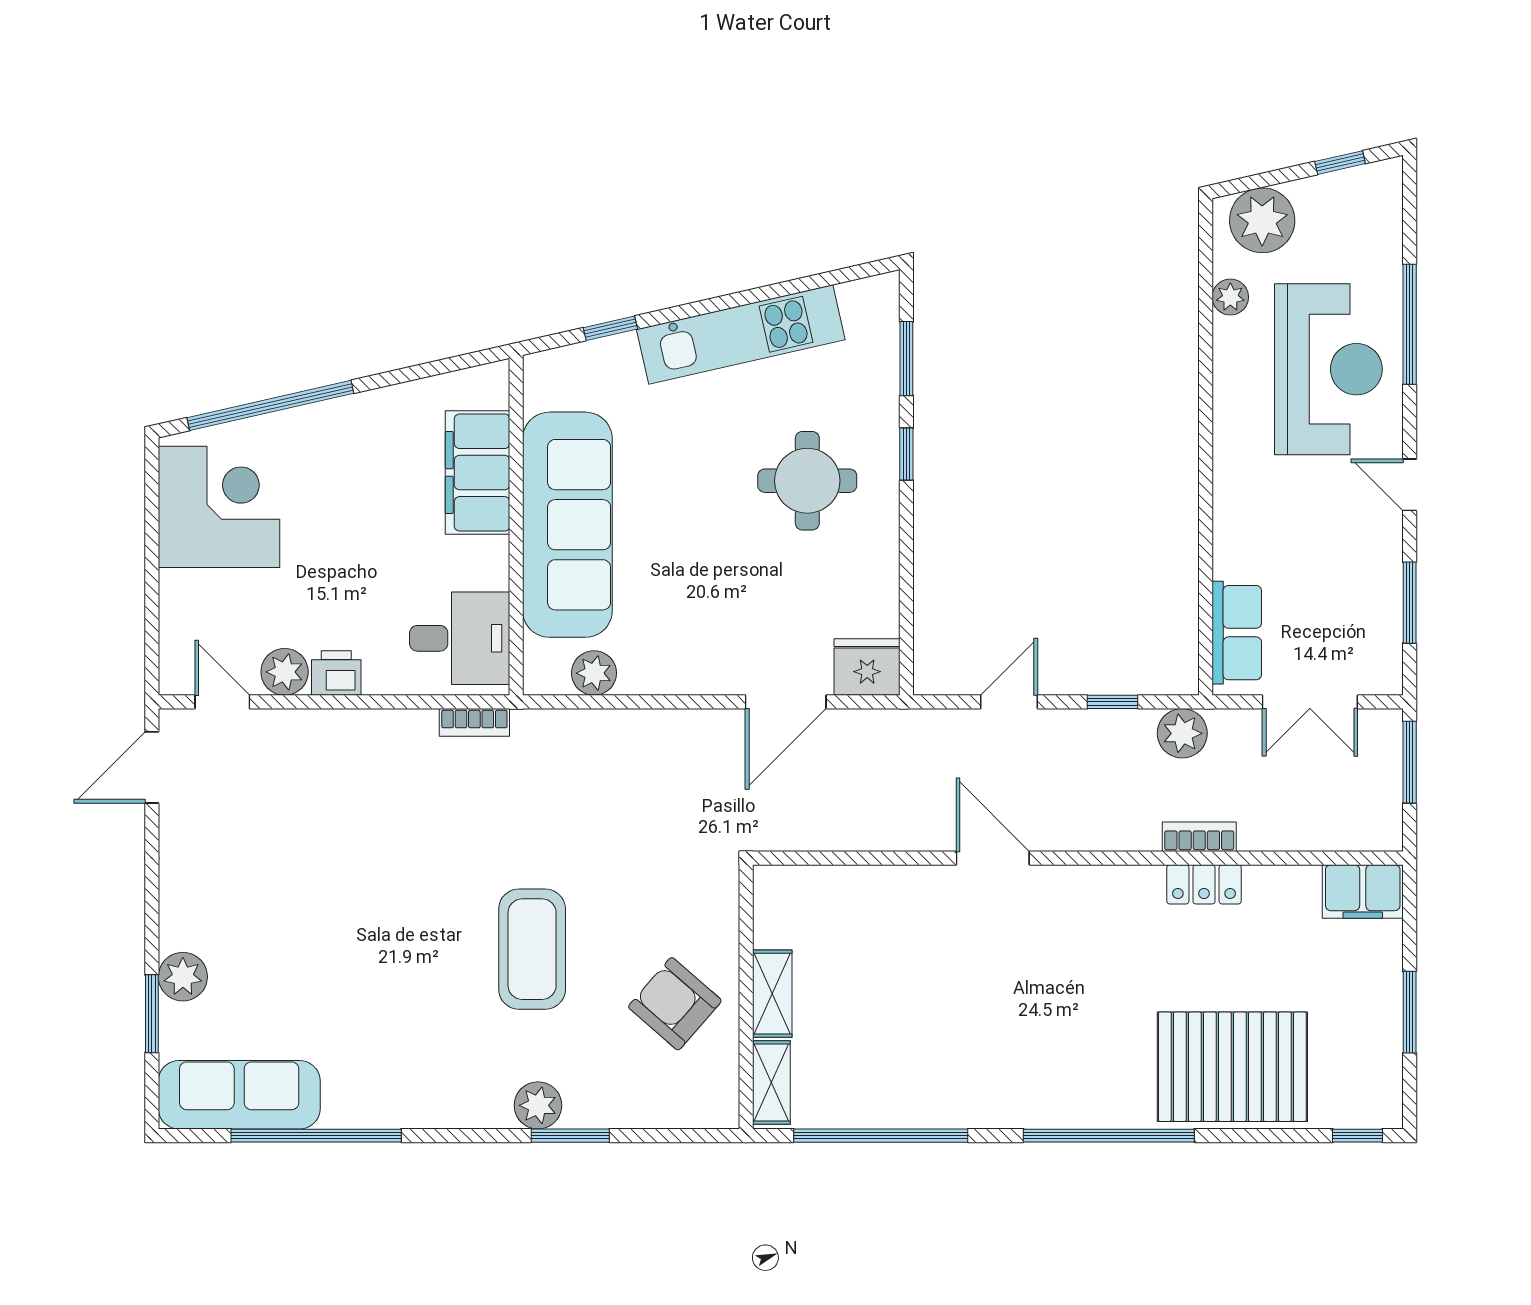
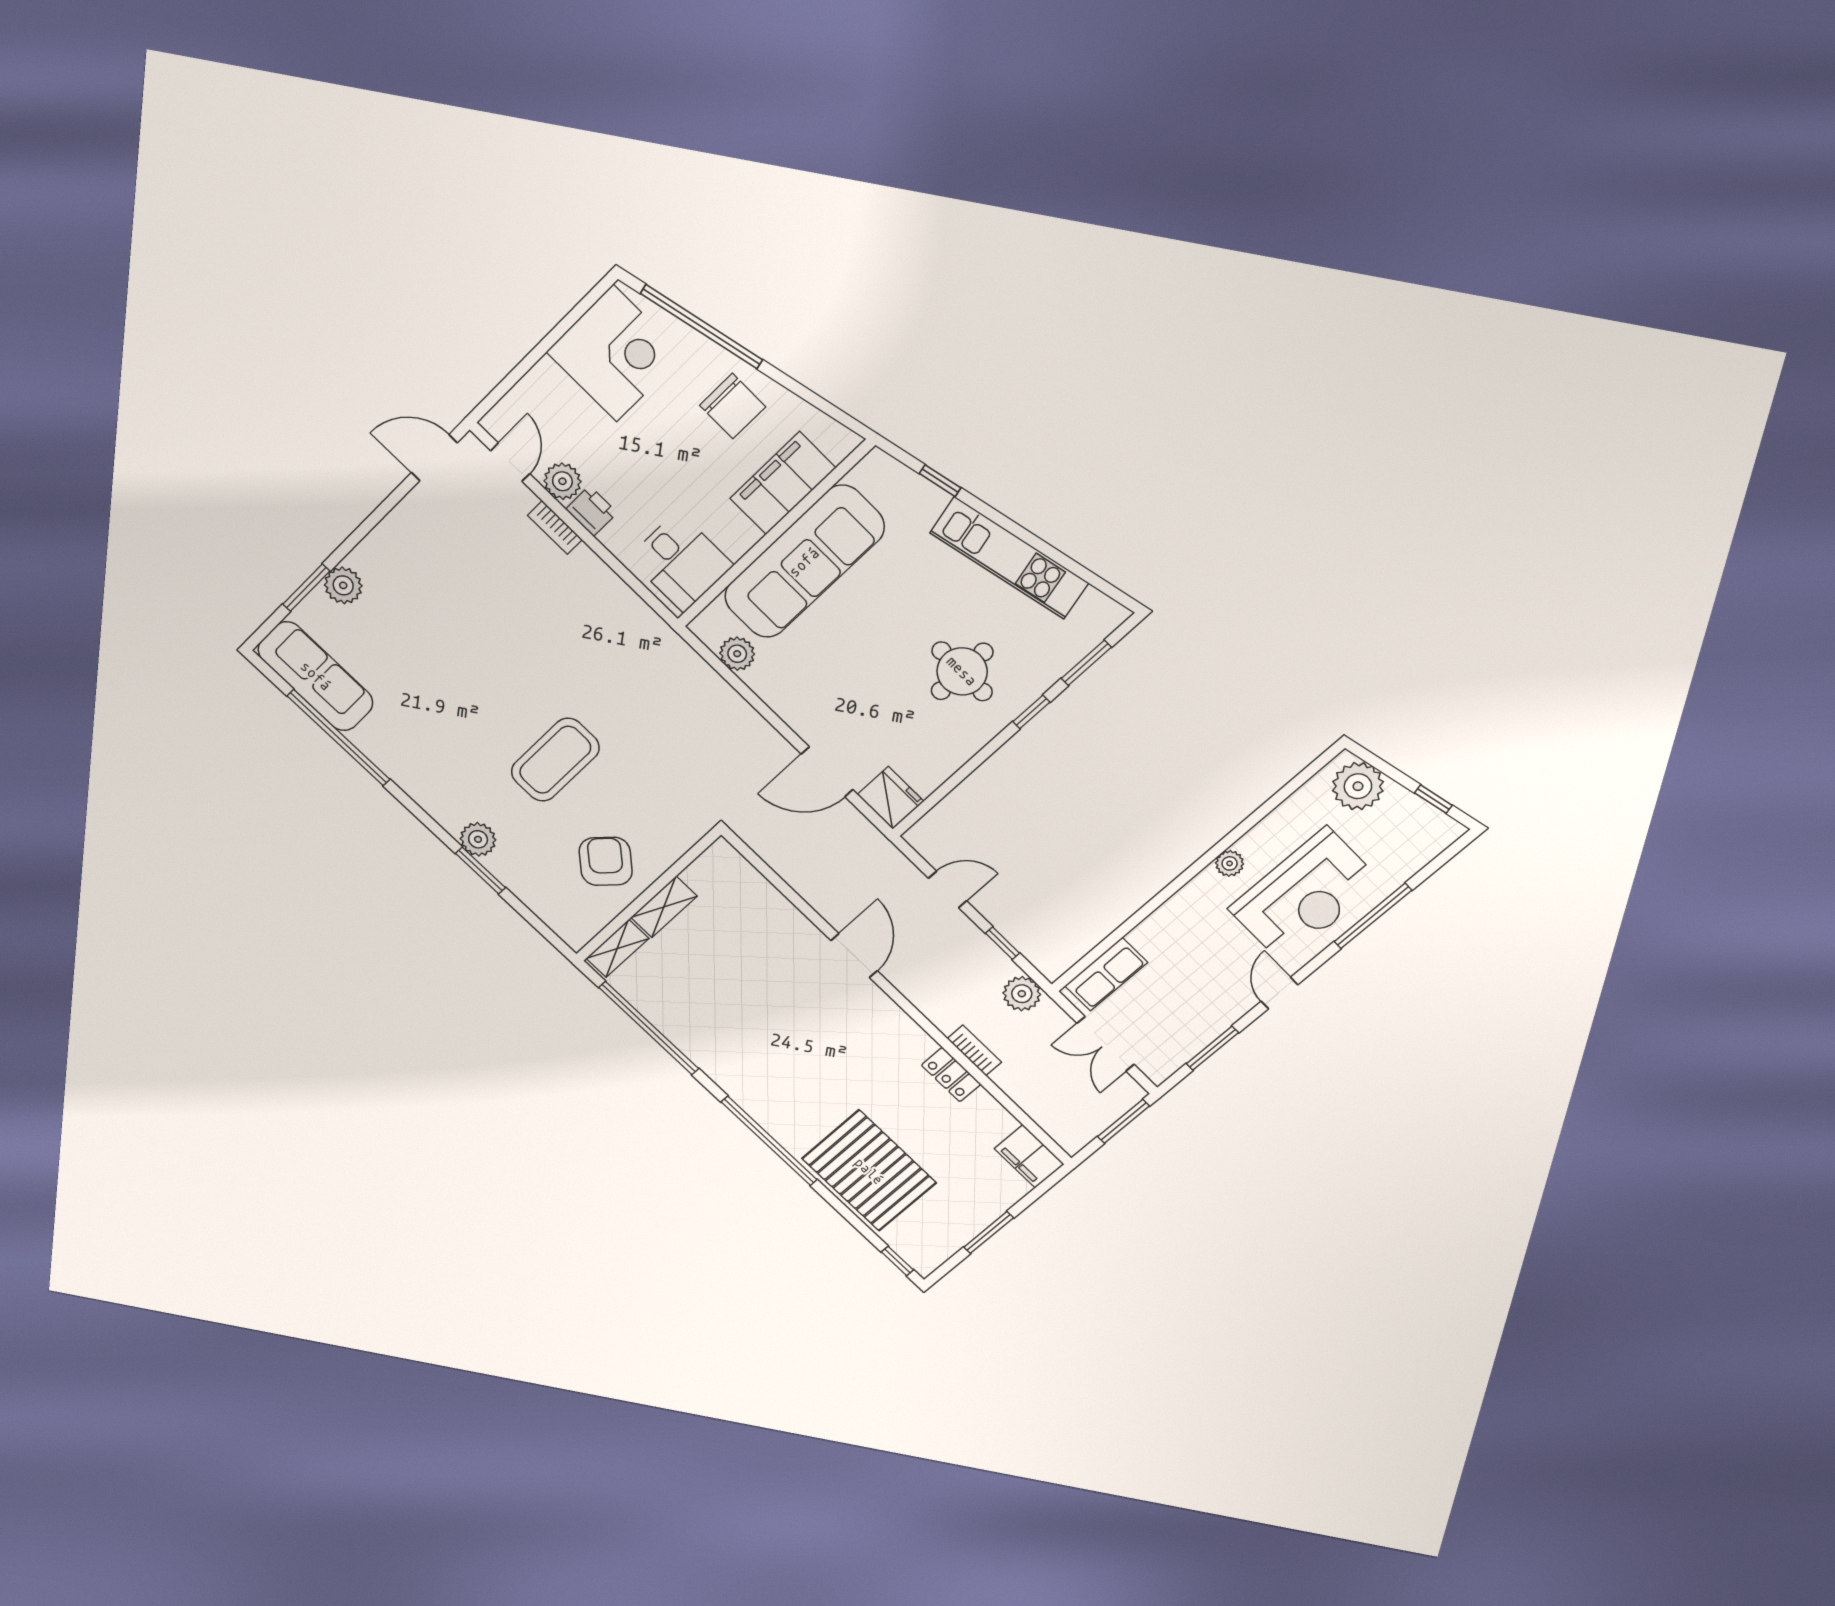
plant: (1230, 297) -> (1230, 863), moved
chair: (366, 448) -> (733, 406), added
bookcase: (474, 722) -> (555, 527), moved

